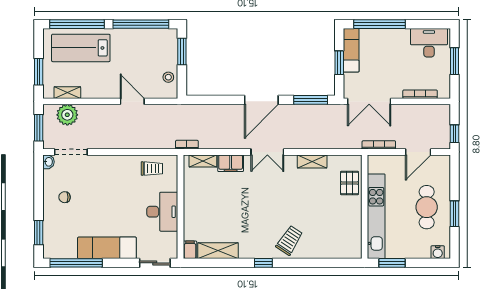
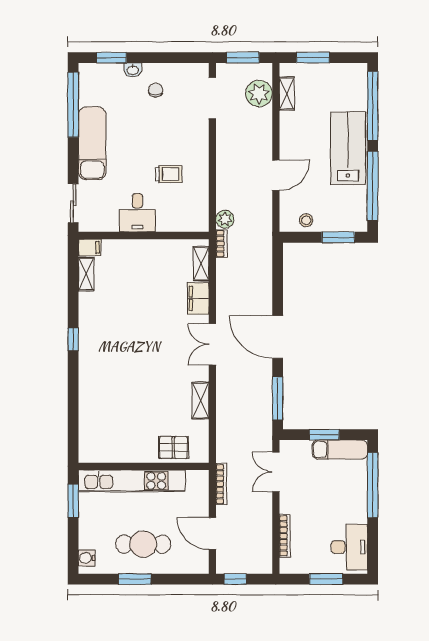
lab bench: (81, 48) -> (348, 148), moved
double door: (369, 101) -> (276, 472), width x0.73
plant: (167, 142) -> (225, 219), added
washbasin: (48, 162) -> (133, 70), moved
trolley: (152, 169) -> (169, 174), moved, turned -90
desk: (162, 212) -> (137, 213), width x0.73
trolley: (289, 240) -> (102, 372), removed
shelving: (218, 251) -> (86, 274), width x0.67, depth x0.75

